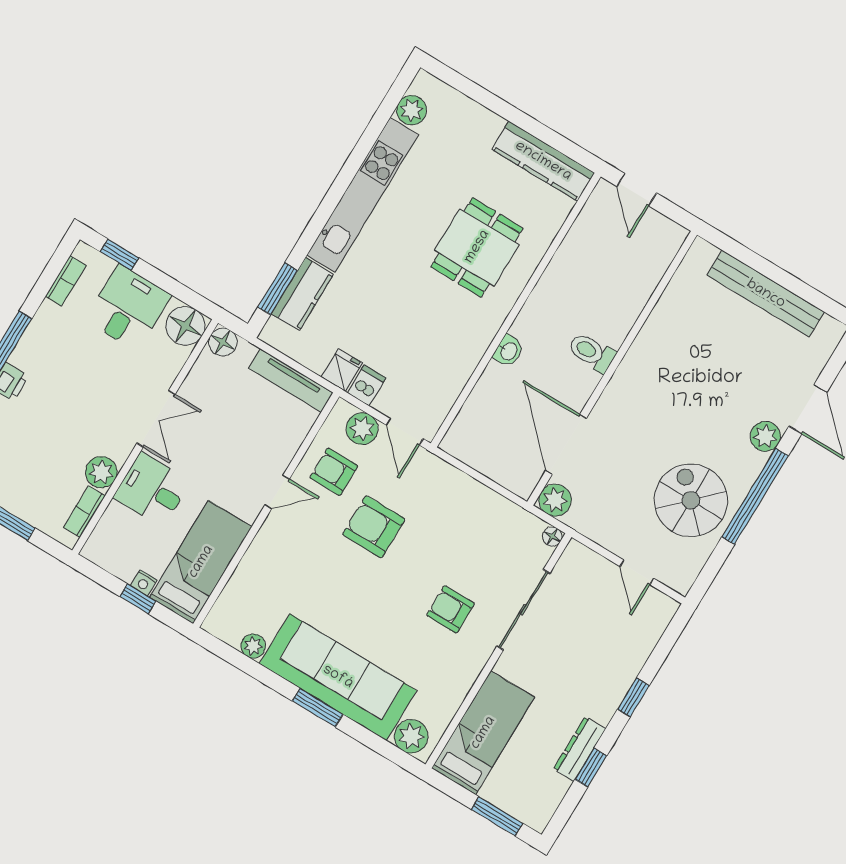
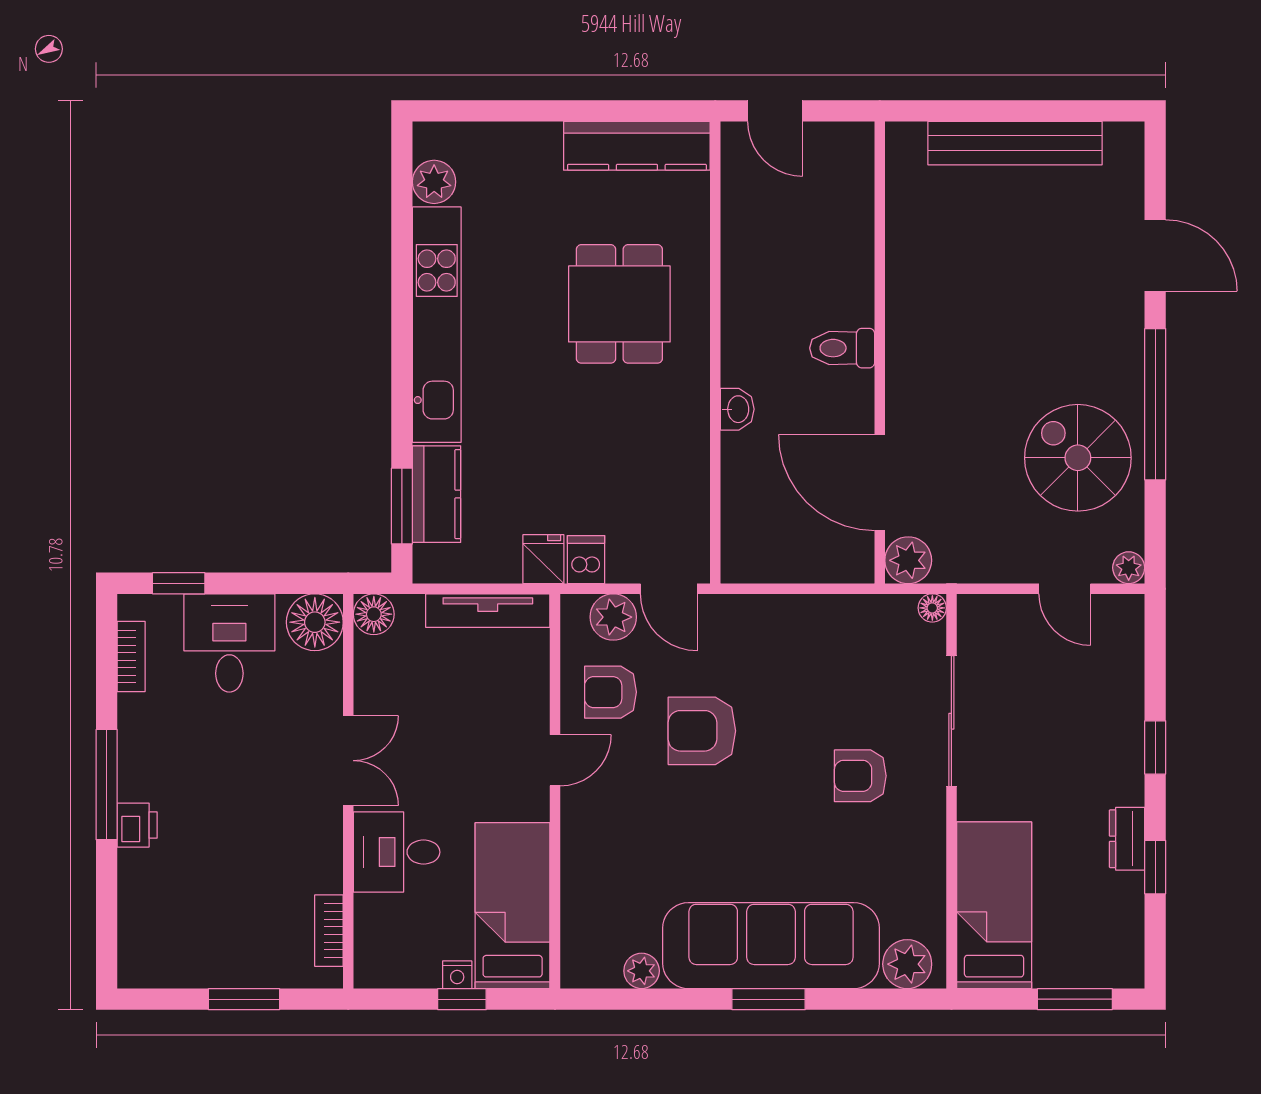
plant: (765, 436) -> (1129, 568), moved, width x0.73, depth x0.73
plant: (101, 472) -> (320, 869), removed
dresser: (580, 749) -> (1127, 839), width x0.70

